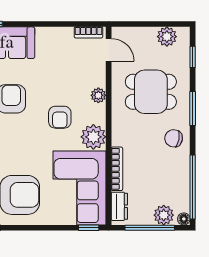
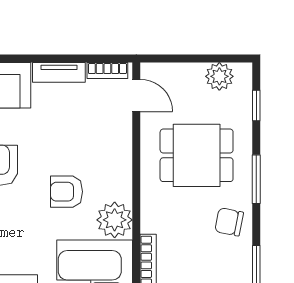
tv unit: (54, 34) -> (59, 72), added
plant: (98, 95) -> (122, 160), removed
armchair: (60, 117) -> (67, 192), turned 90

